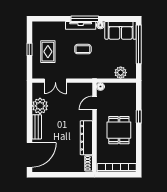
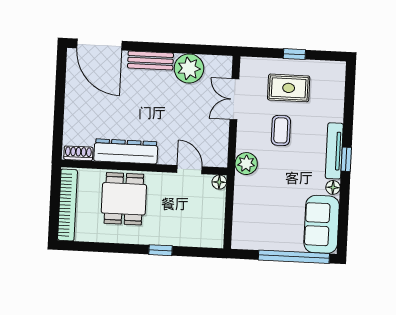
window: (85, 19) -> (346, 159), width x0.46
coffee table: (83, 49) -> (281, 130), moved
plant: (121, 73) -> (246, 164), moved
dining table: (119, 130) -> (124, 199), moved, turned 90

